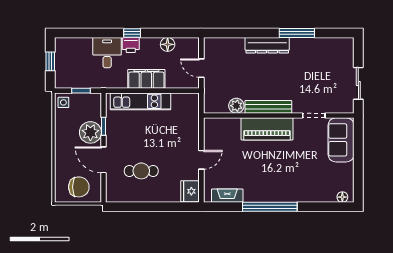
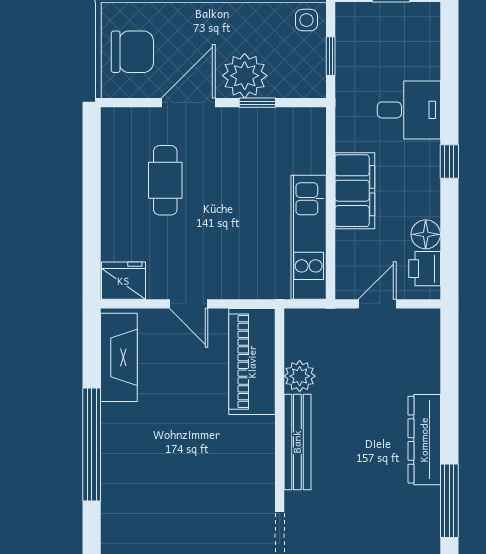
printer: (131, 45) -> (425, 269), moved
kitchen unit: (140, 101) -> (309, 237), moved
piano: (267, 129) -> (252, 362), moved
chair: (79, 187) -> (132, 52), turned -90
fireplace: (227, 196) -> (119, 357), width x1.37, depth x1.32

